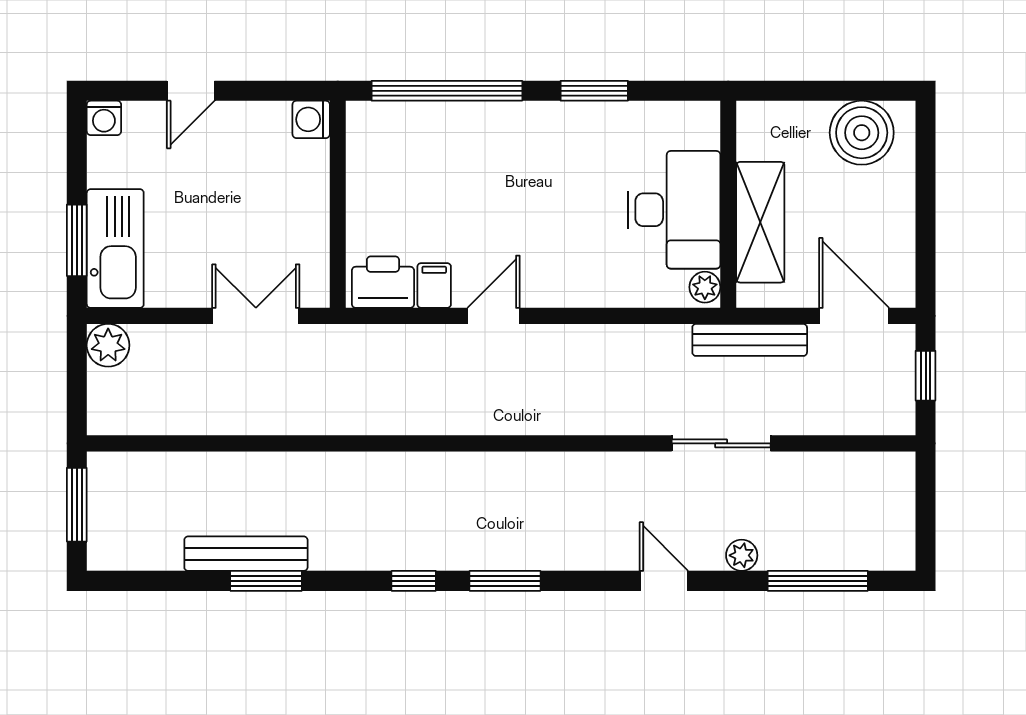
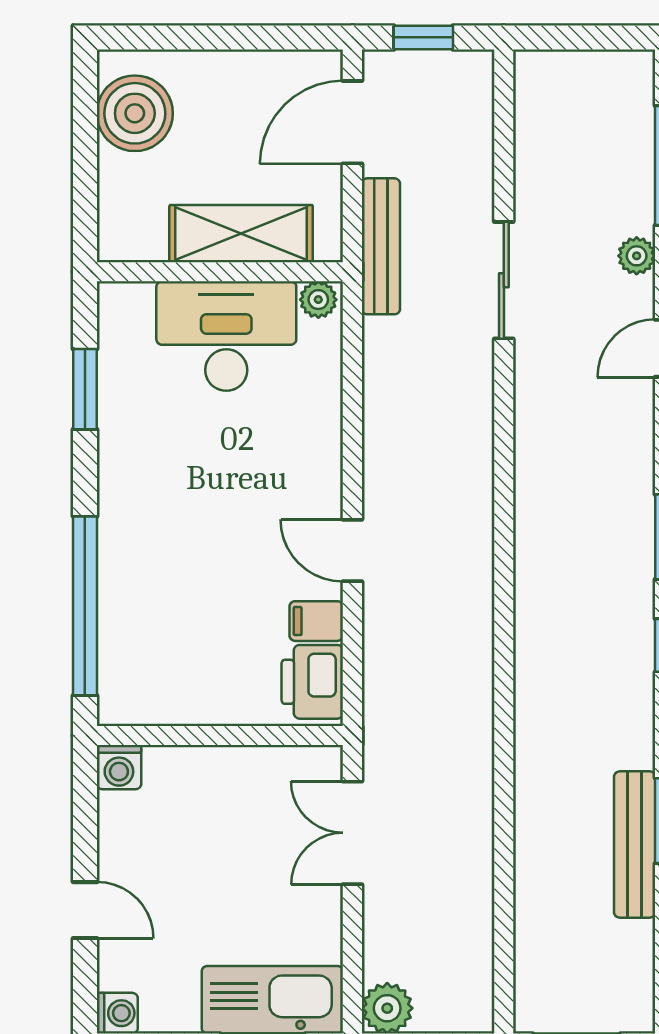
window: (594, 91) -> (85, 389), moved

